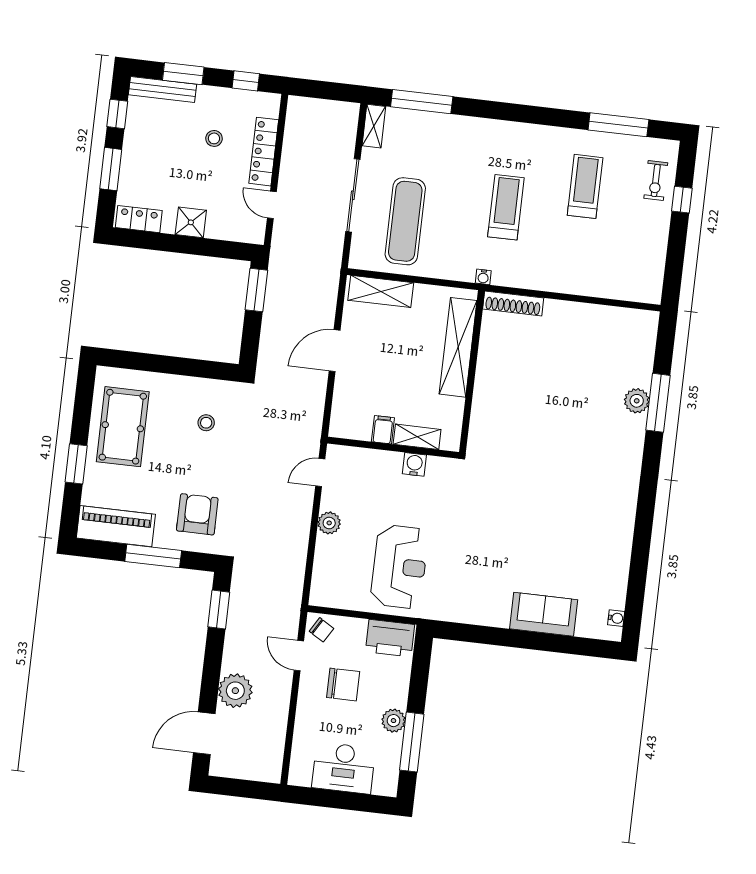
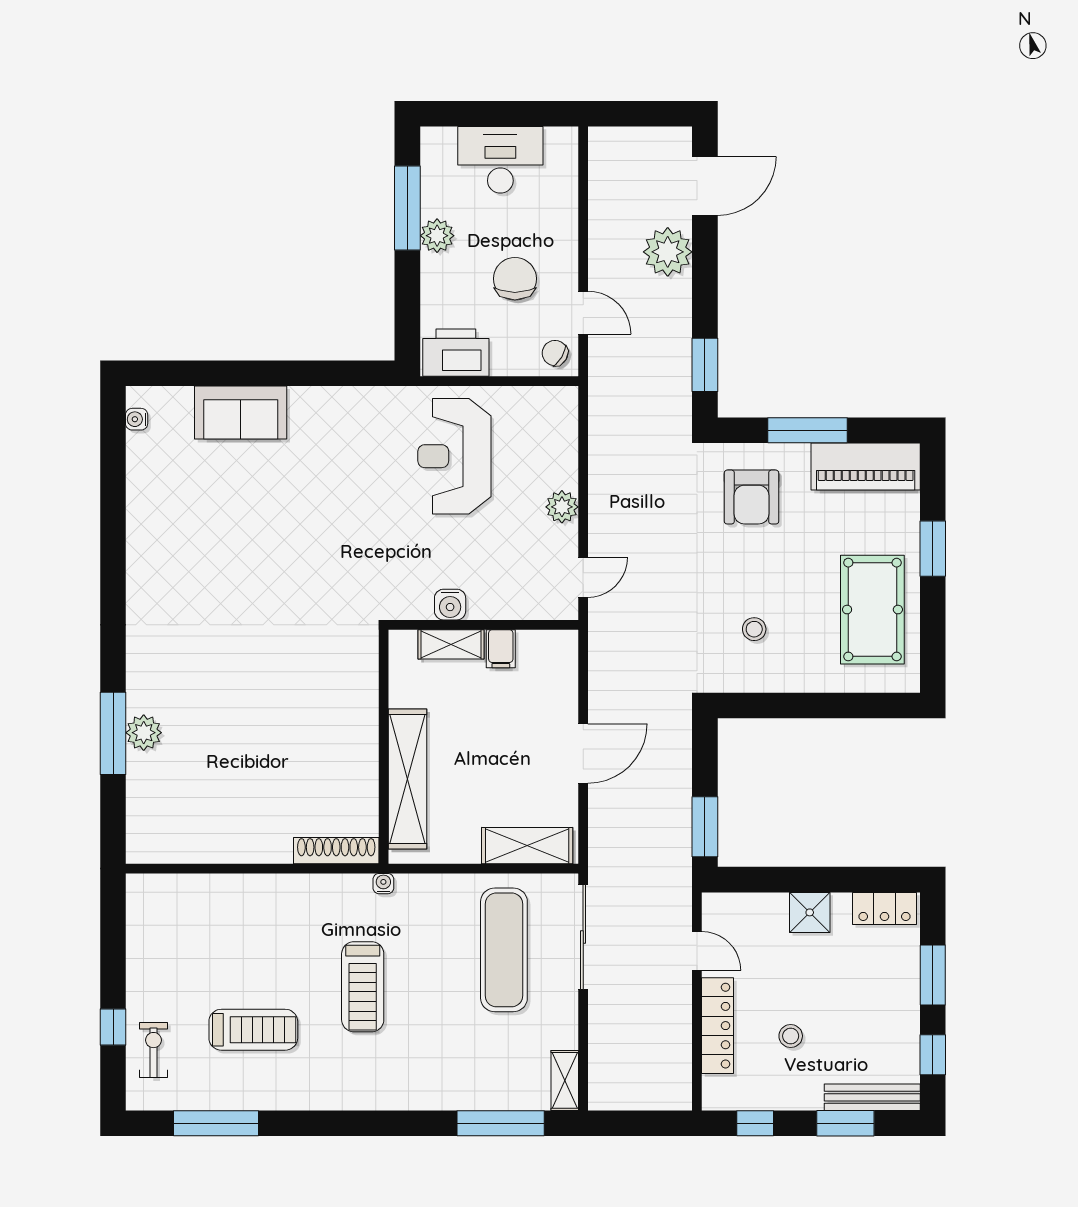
treadmill: (585, 186) -> (253, 1030), turned -90
sliding door: (353, 195) -> (583, 937), moved
chair: (343, 684) -> (515, 279), turned 90

